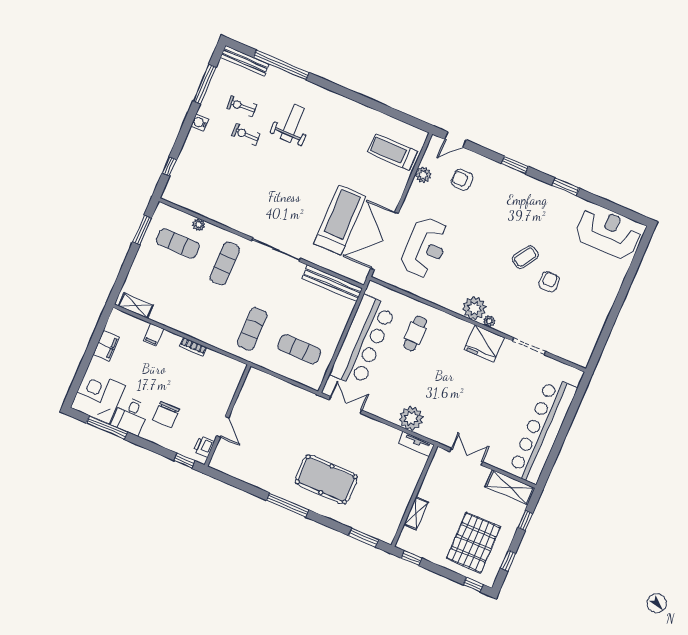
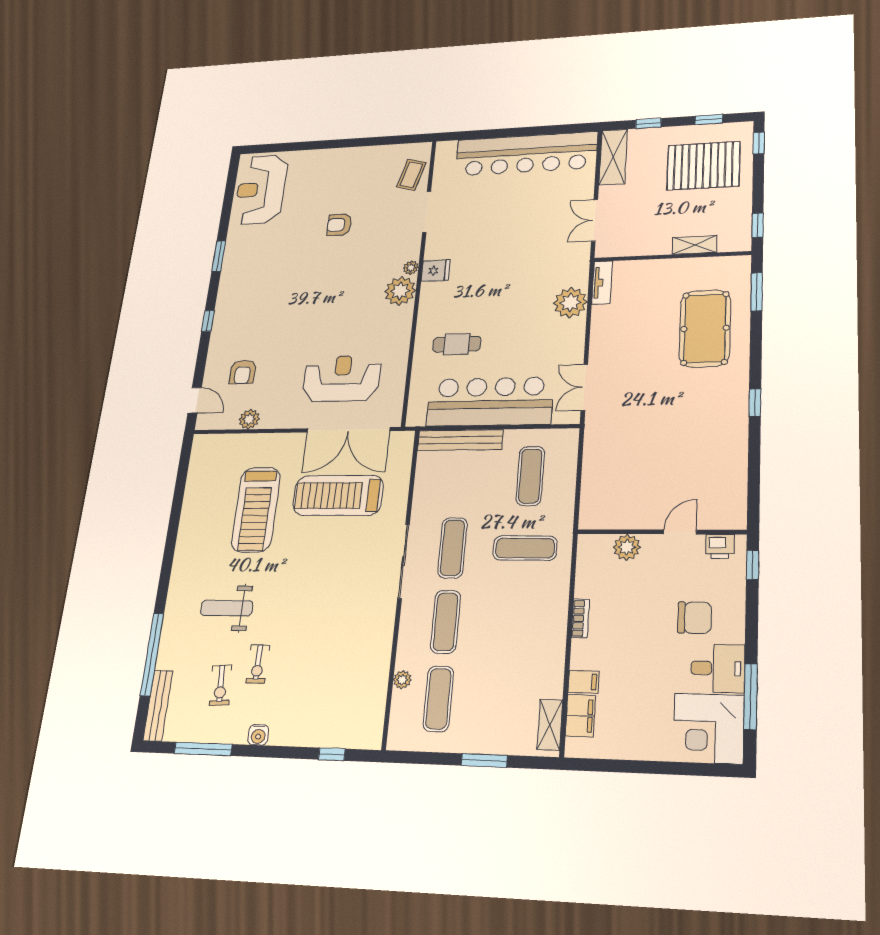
treadmill: (392, 152) -> (256, 510), moved, width x1.37, depth x1.38
window: (515, 165) -> (208, 321), width x0.67
window: (142, 230) -> (484, 760), moved
coffee table: (525, 257) -> (411, 175), moved, turned 72
exercise mat: (225, 263) -> (446, 622), turned 90
bench: (332, 283) -> (460, 440), moved, turned 90
exercise mat: (272, 284) -> (452, 548), added
fridge: (484, 344) -> (436, 271), width x0.53, depth x0.75
filing cabinet: (106, 346) -> (580, 716), moved, turned 90
plant: (226, 391) -> (627, 547), added
pool table: (326, 479) -> (705, 328), moved
window: (288, 505) -> (755, 403), width x0.46

